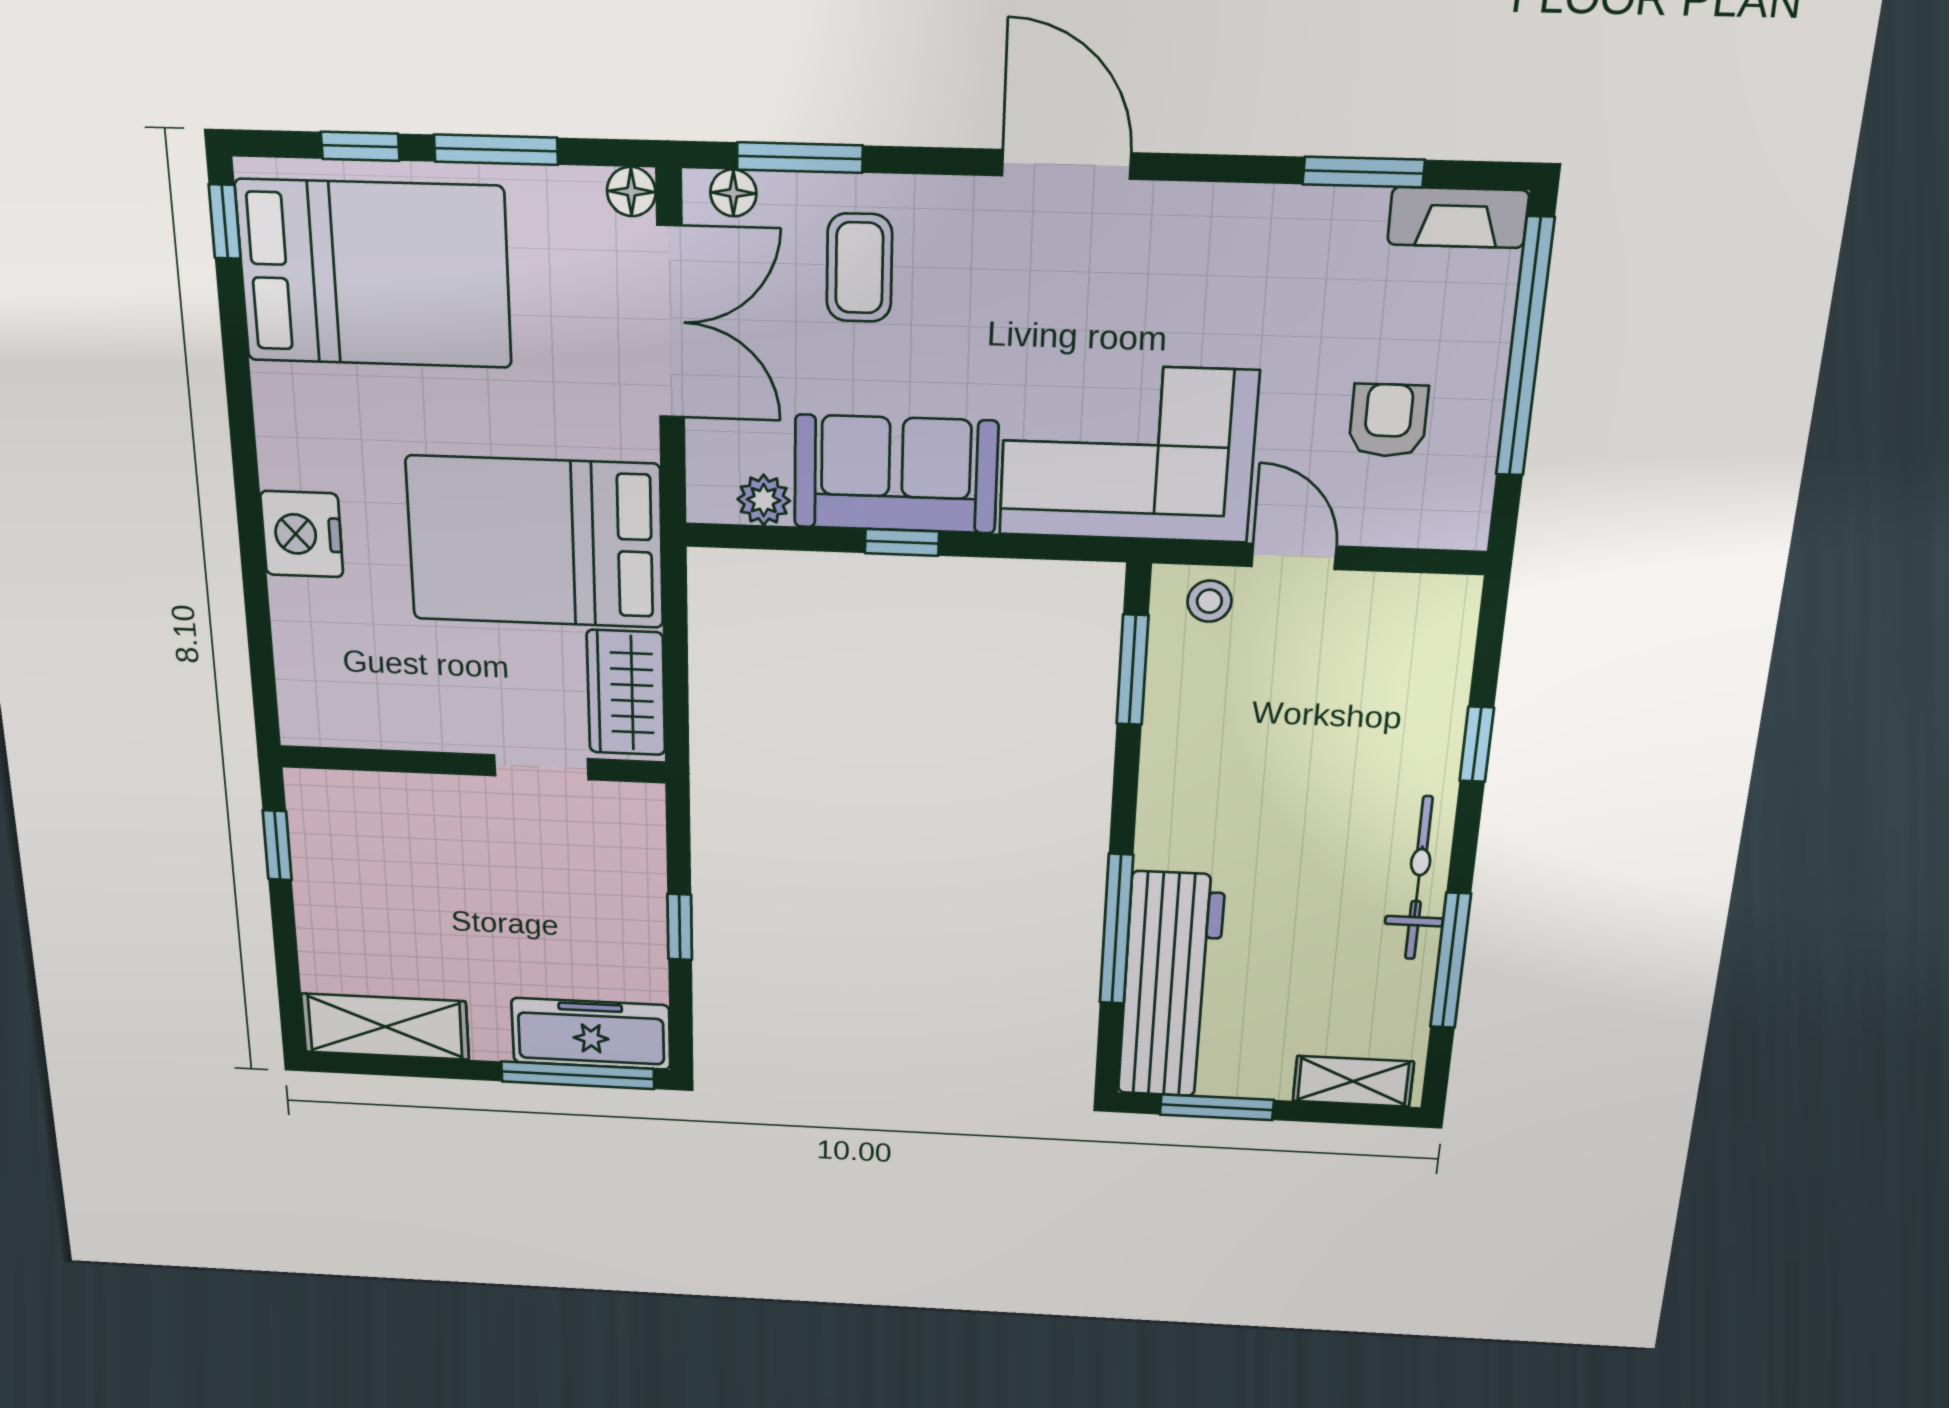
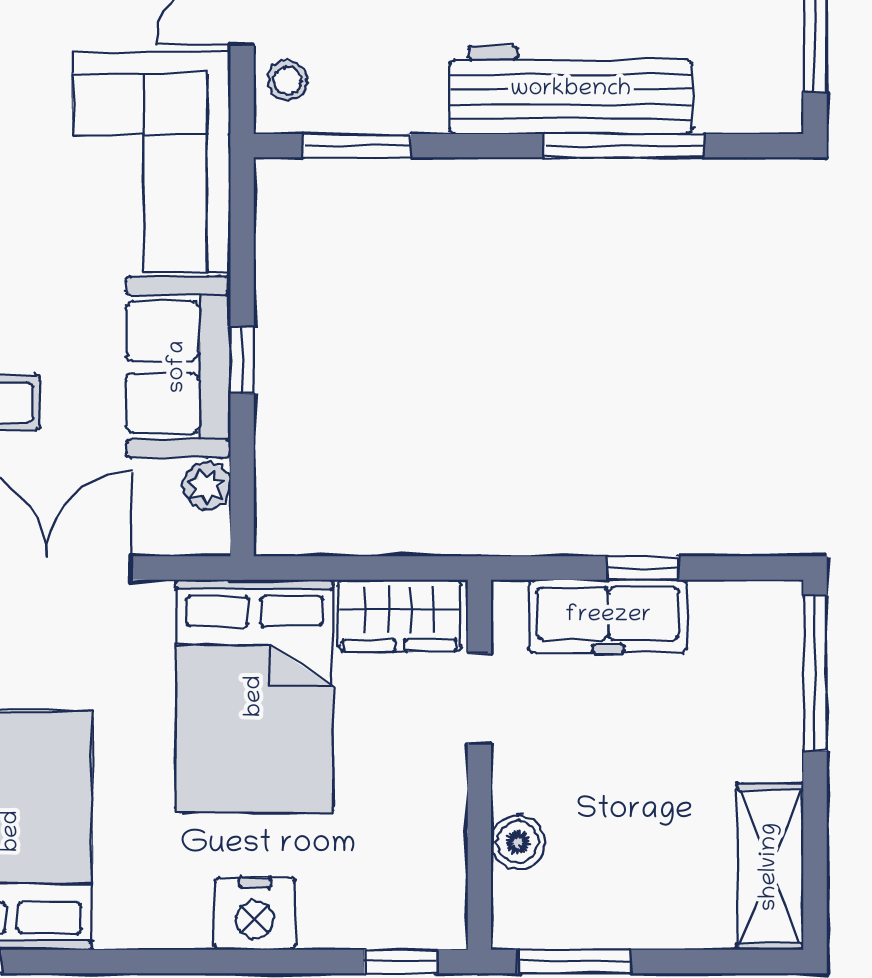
window: (263, 679) -> (400, 962), added
boiler: (395, 798) -> (518, 842), added
window: (277, 845) -> (574, 962), width x1.50
workbench: (1171, 986) -> (571, 90), moved
freezer: (591, 1034) -> (608, 616), moved, turned -90

